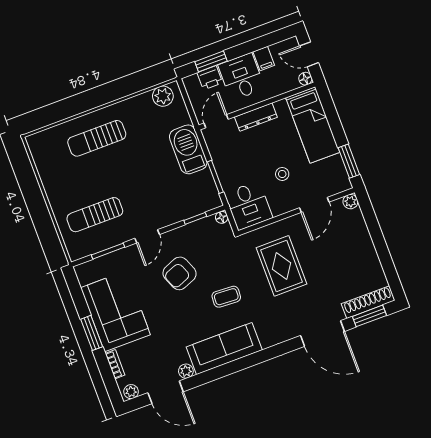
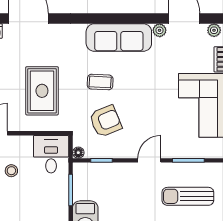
sun lounger: (95, 215) -> (188, 196), turned 180
armchair: (180, 273) -> (105, 121), moved

